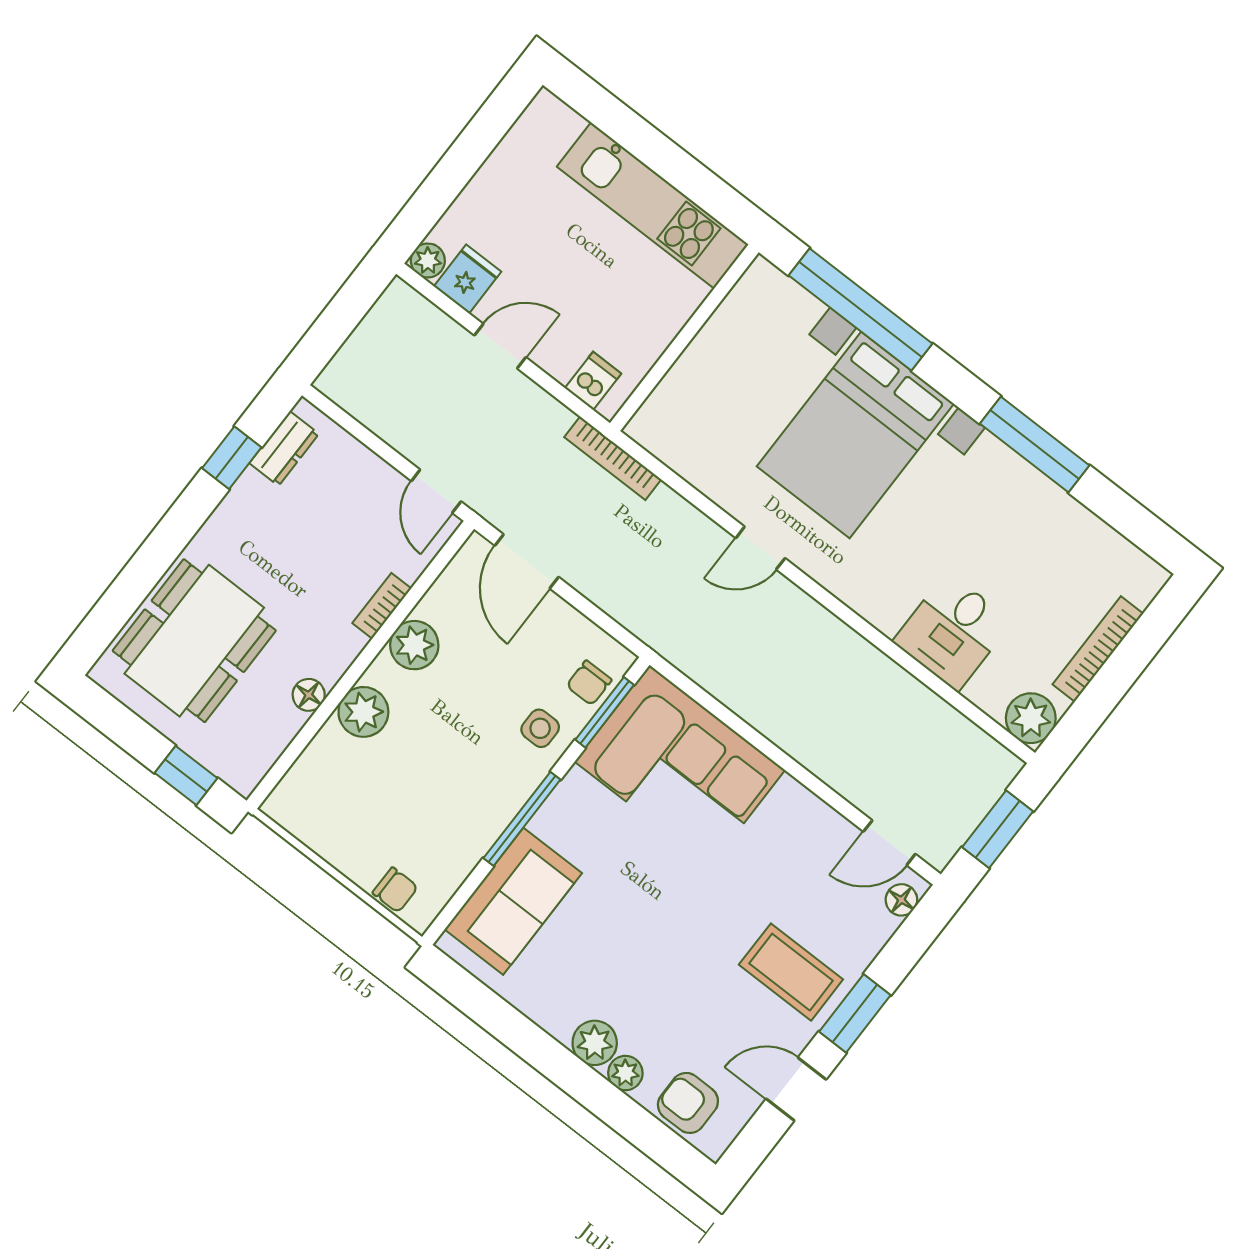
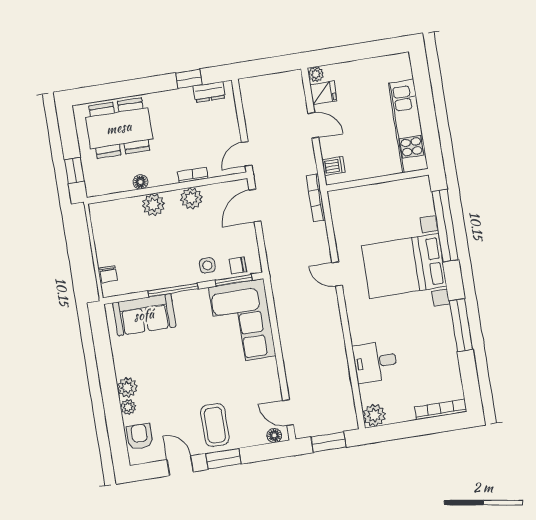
bookcase: (1098, 649) -> (441, 409), moved

